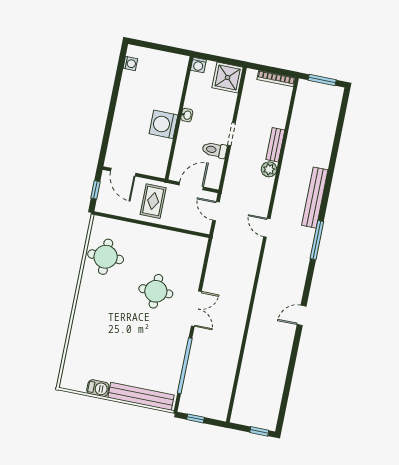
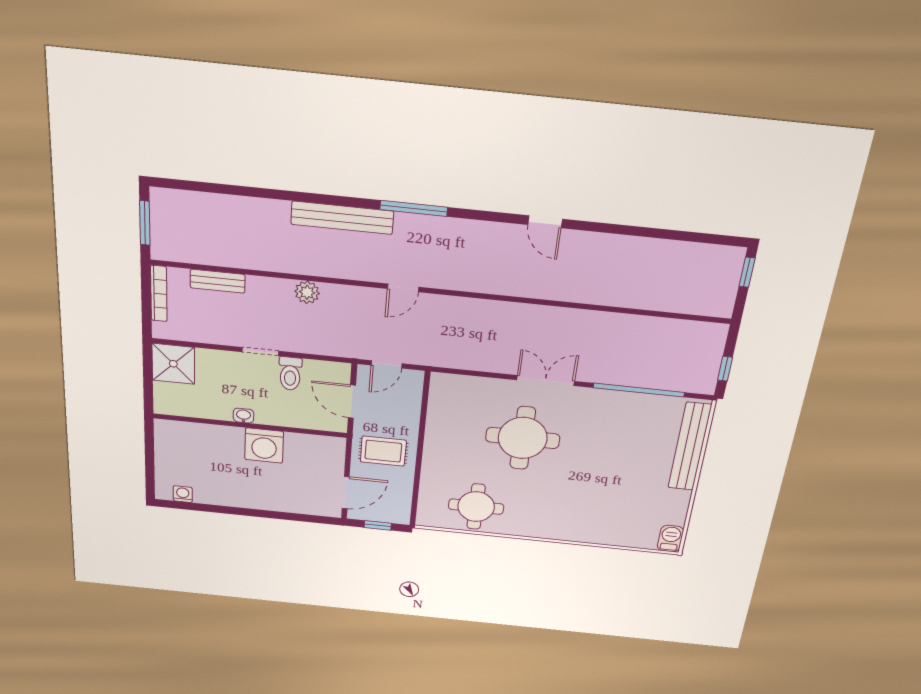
washing machine: (198, 65) -> (164, 405), removed
bench: (275, 145) -> (218, 281), moved
round table: (156, 291) -> (523, 438), width x1.36, depth x1.36
barbecue: (98, 388) -> (670, 539), moved

